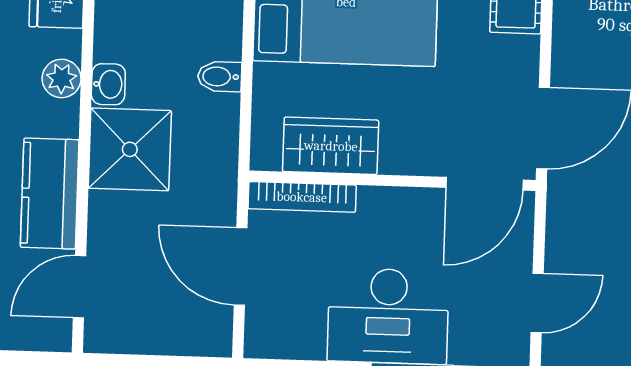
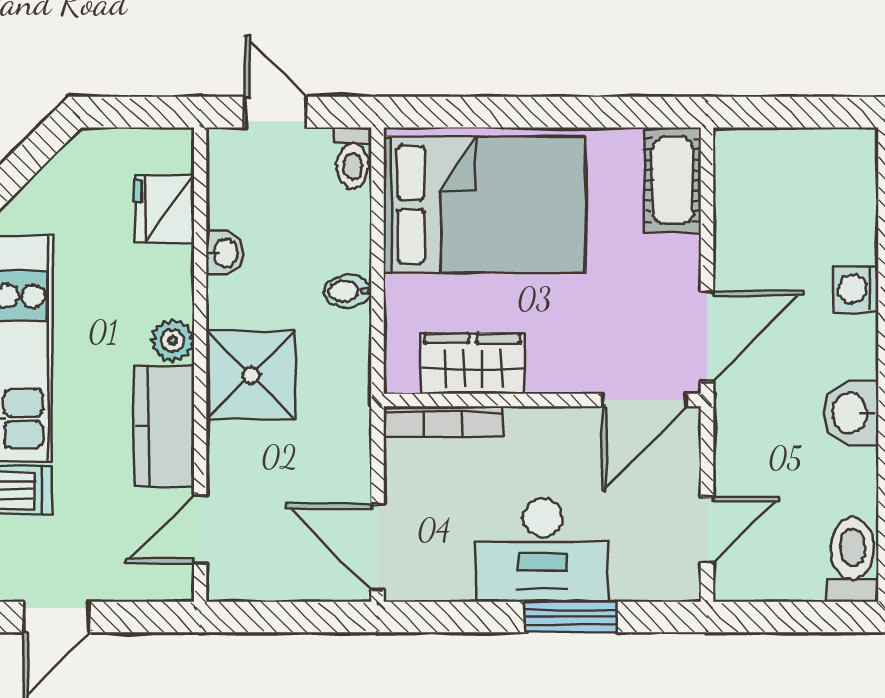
plant: (62, 78) -> (173, 341), moved
washbasin: (108, 84) -> (225, 253), moved
door: (241, 267) -> (378, 547), moved

